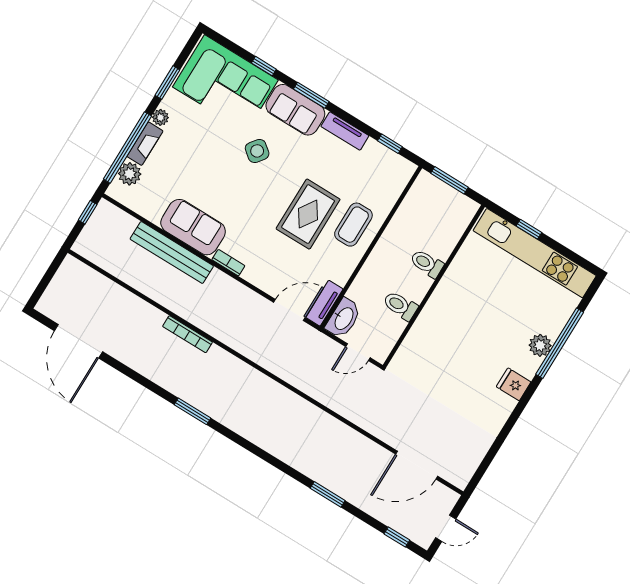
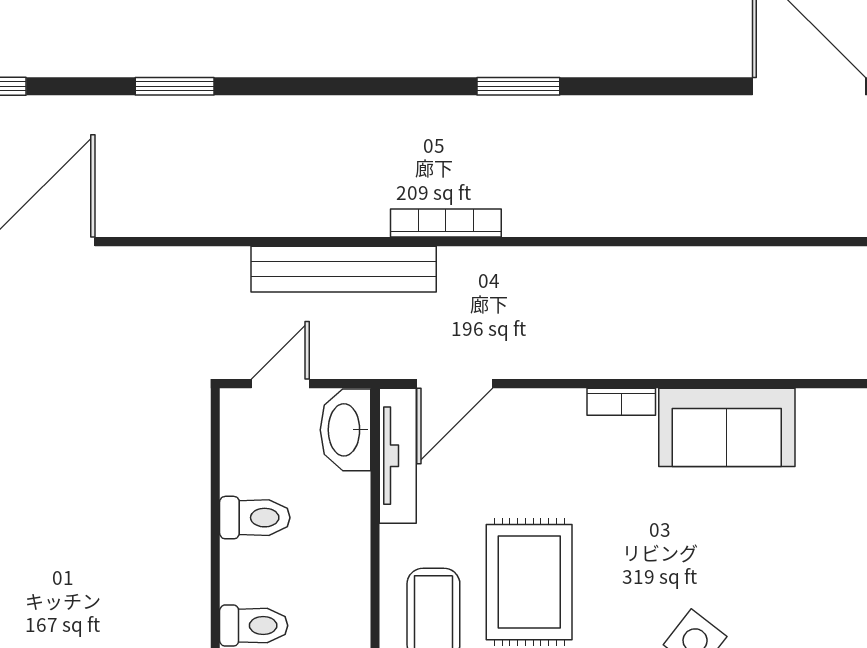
bench: (172, 252) -> (344, 269), moved
tv unit: (324, 303) -> (398, 456), width x1.41
bookcase: (187, 334) -> (446, 223), moved

